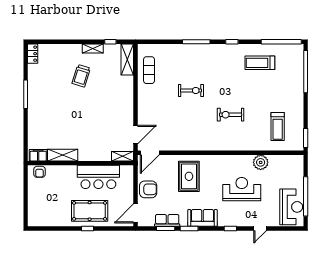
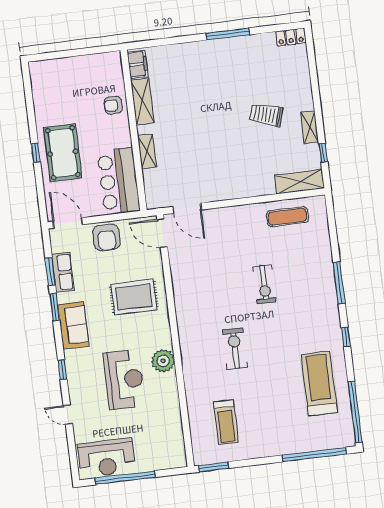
treadmill: (260, 63) -> (319, 384), width x1.37, depth x1.37
treadmill: (278, 127) -> (226, 422), turned -90
shelving: (123, 156) -> (147, 151), moved
plant: (261, 162) -> (163, 361), moved
armchair: (39, 172) -> (113, 105), moved
bar counter: (98, 177) -> (119, 181), moved

